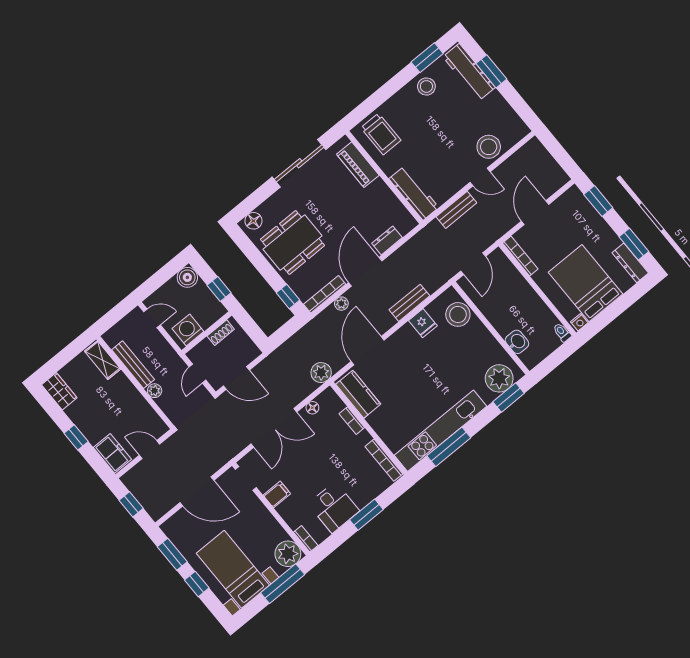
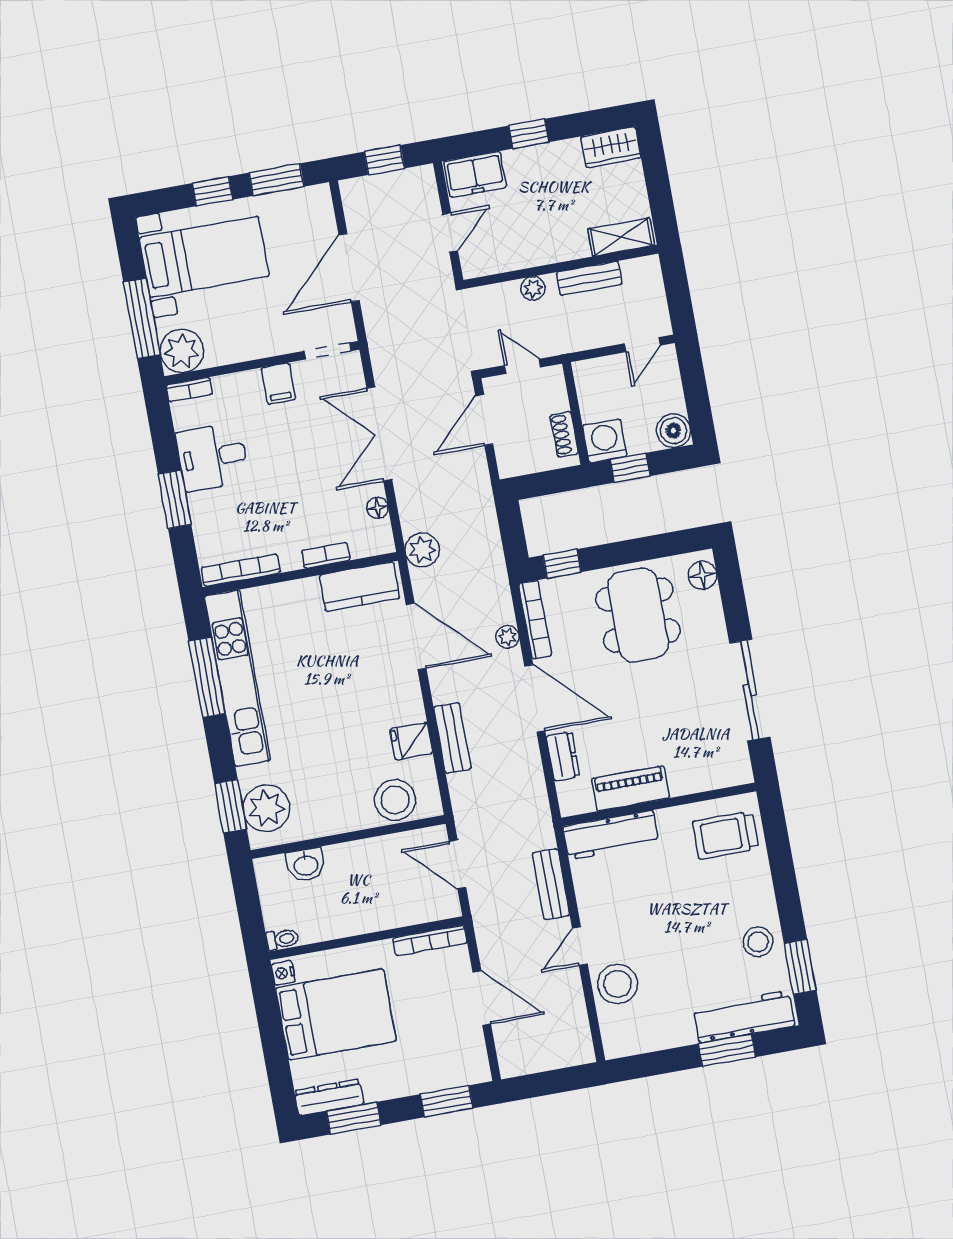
piano: (358, 165) -> (630, 788), moved
washing machine: (188, 330) -> (605, 441), moved, turned -90
bench: (133, 365) -> (589, 278), width x0.73

